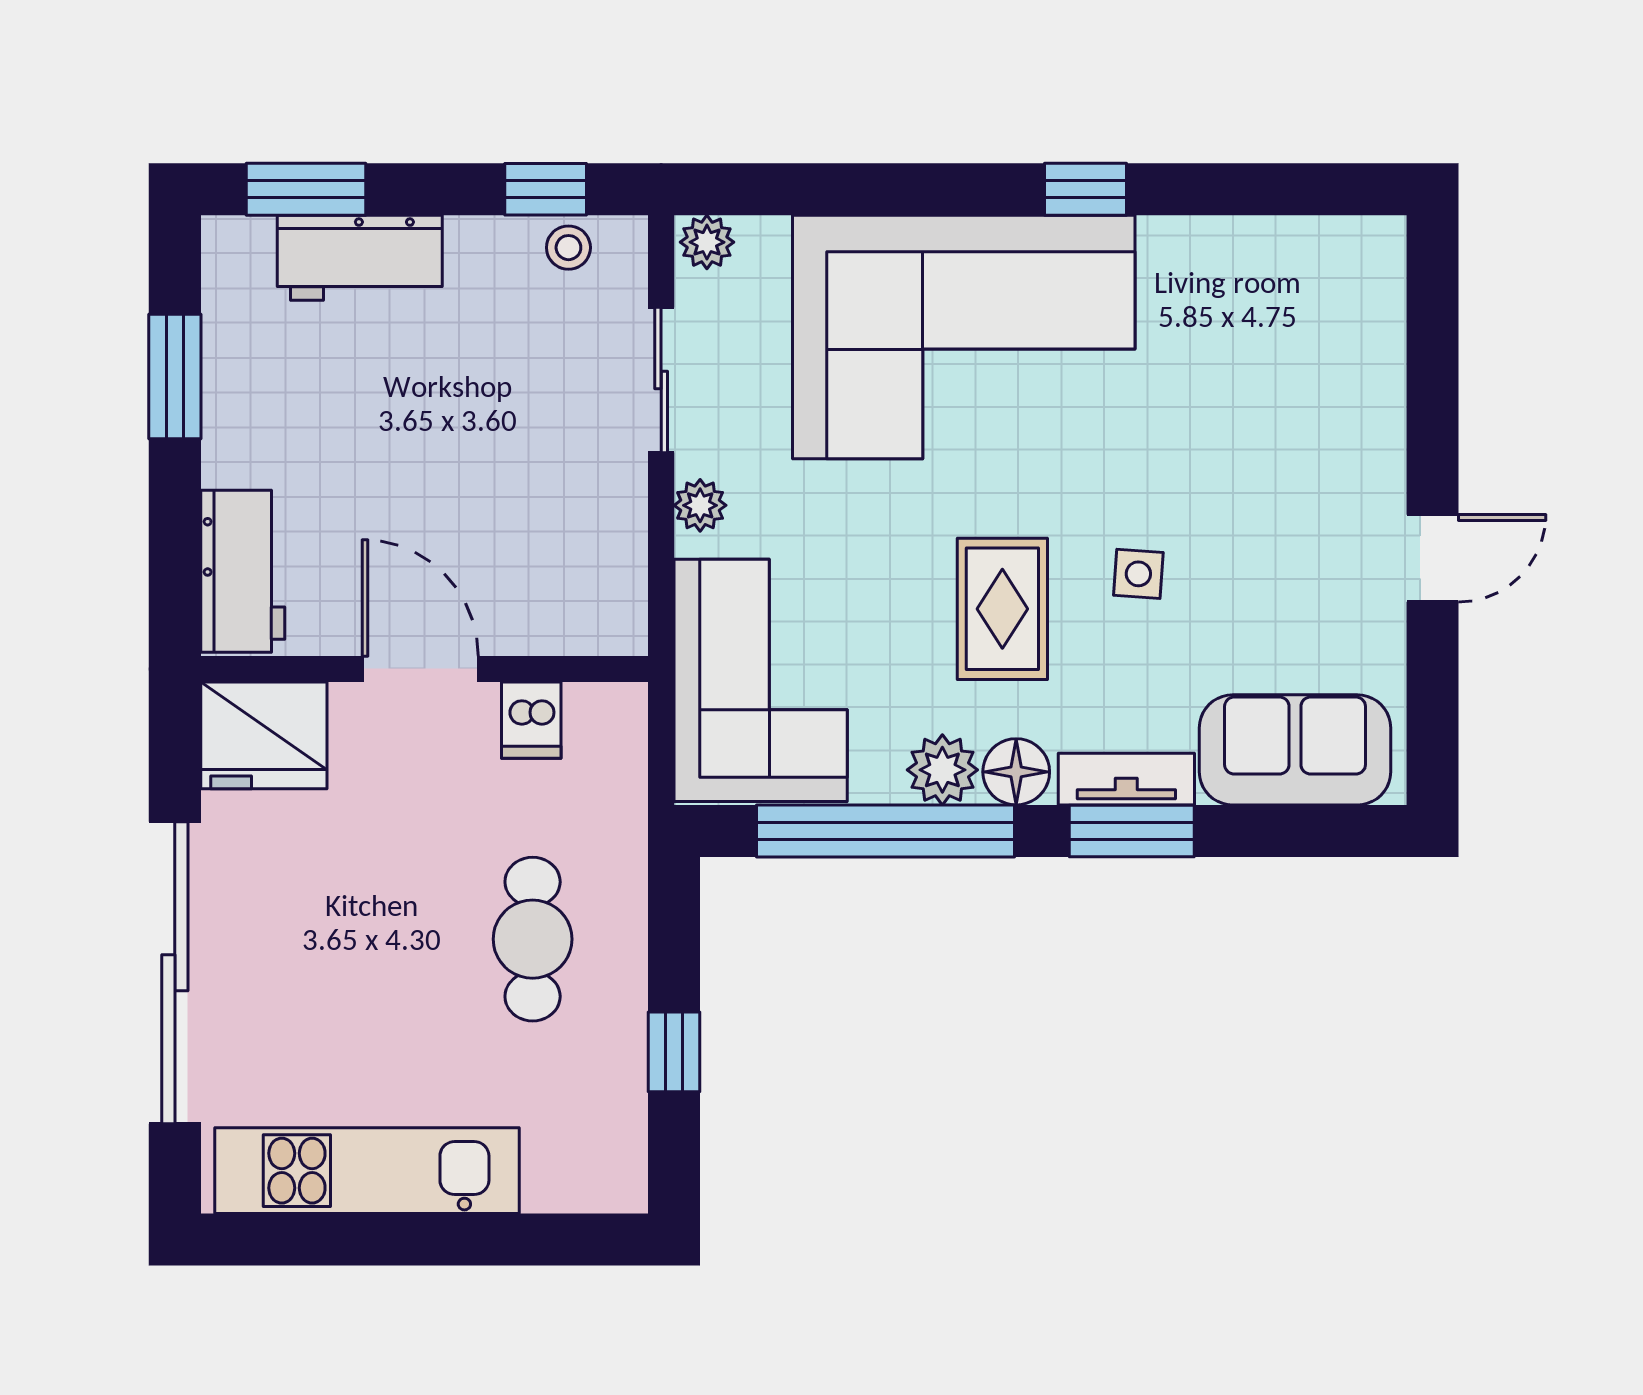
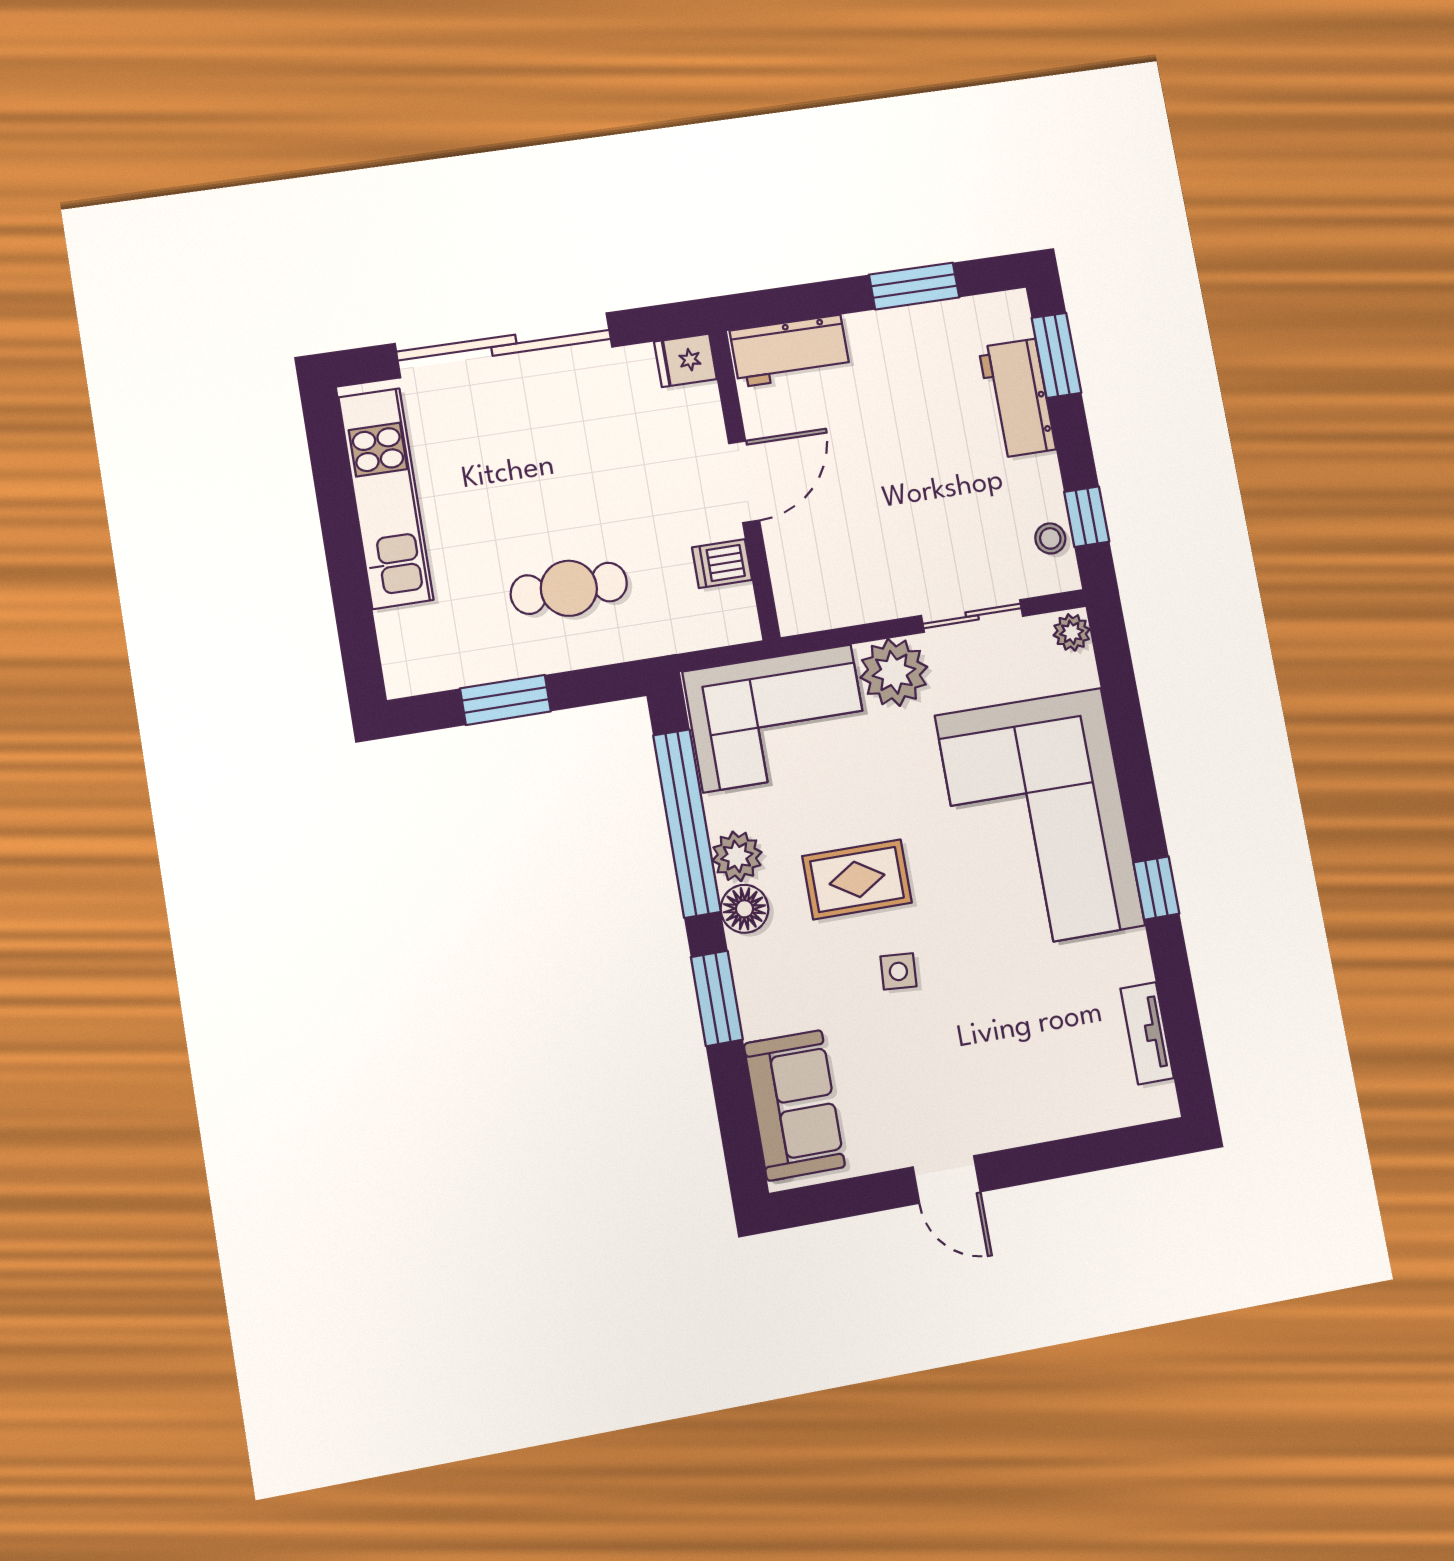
plant: (700, 505) -> (894, 672), width x1.88, depth x1.88
fridge: (264, 735) -> (685, 360), width x0.53, depth x0.75
tv unit: (1126, 779) -> (1147, 1033), moved, turned 180
window: (674, 1052) -> (505, 700), width x1.50

